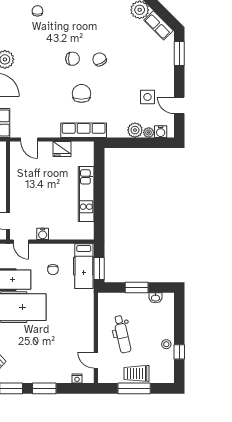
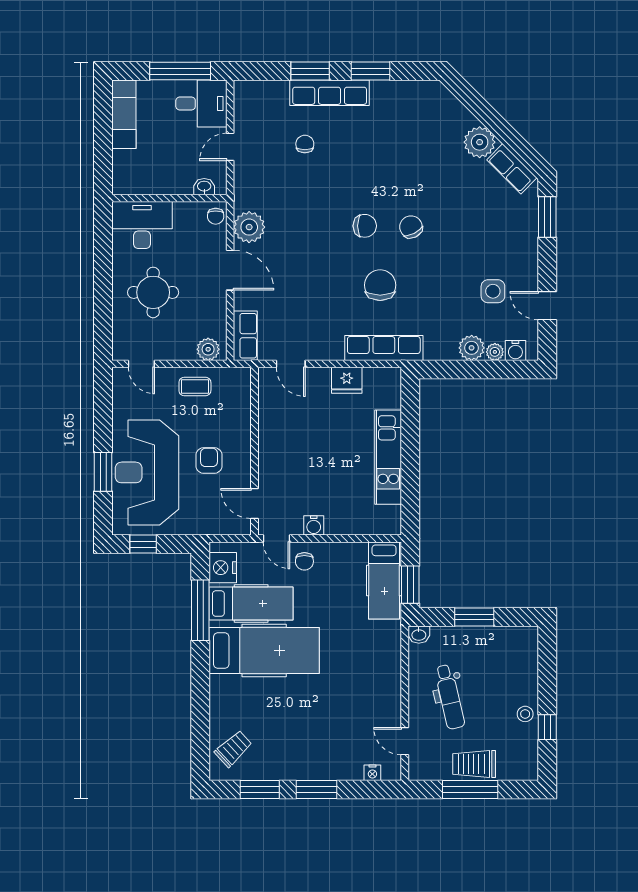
chair: (53, 270) -> (304, 561), moved
washbasin: (155, 298) -> (419, 635), moved

